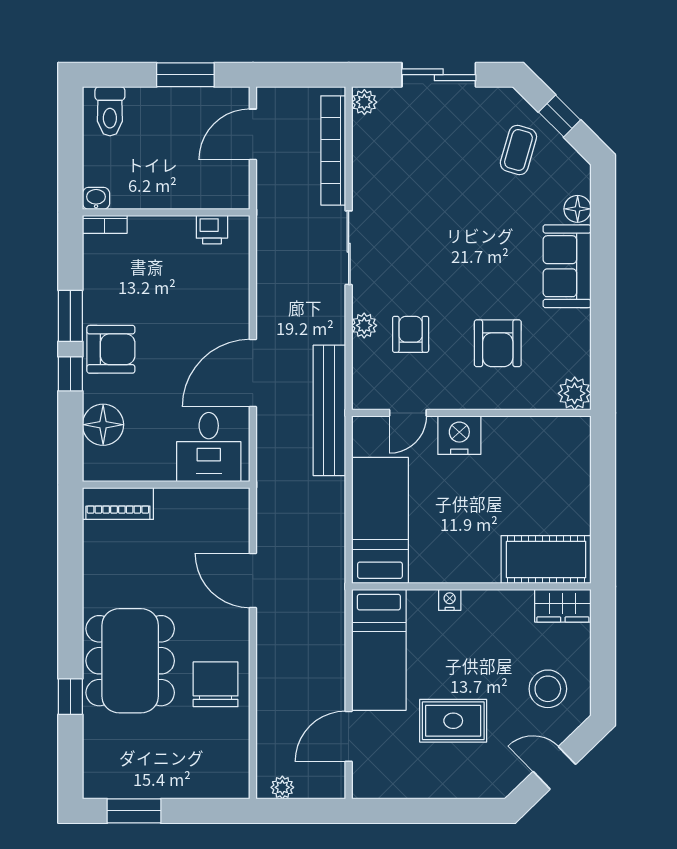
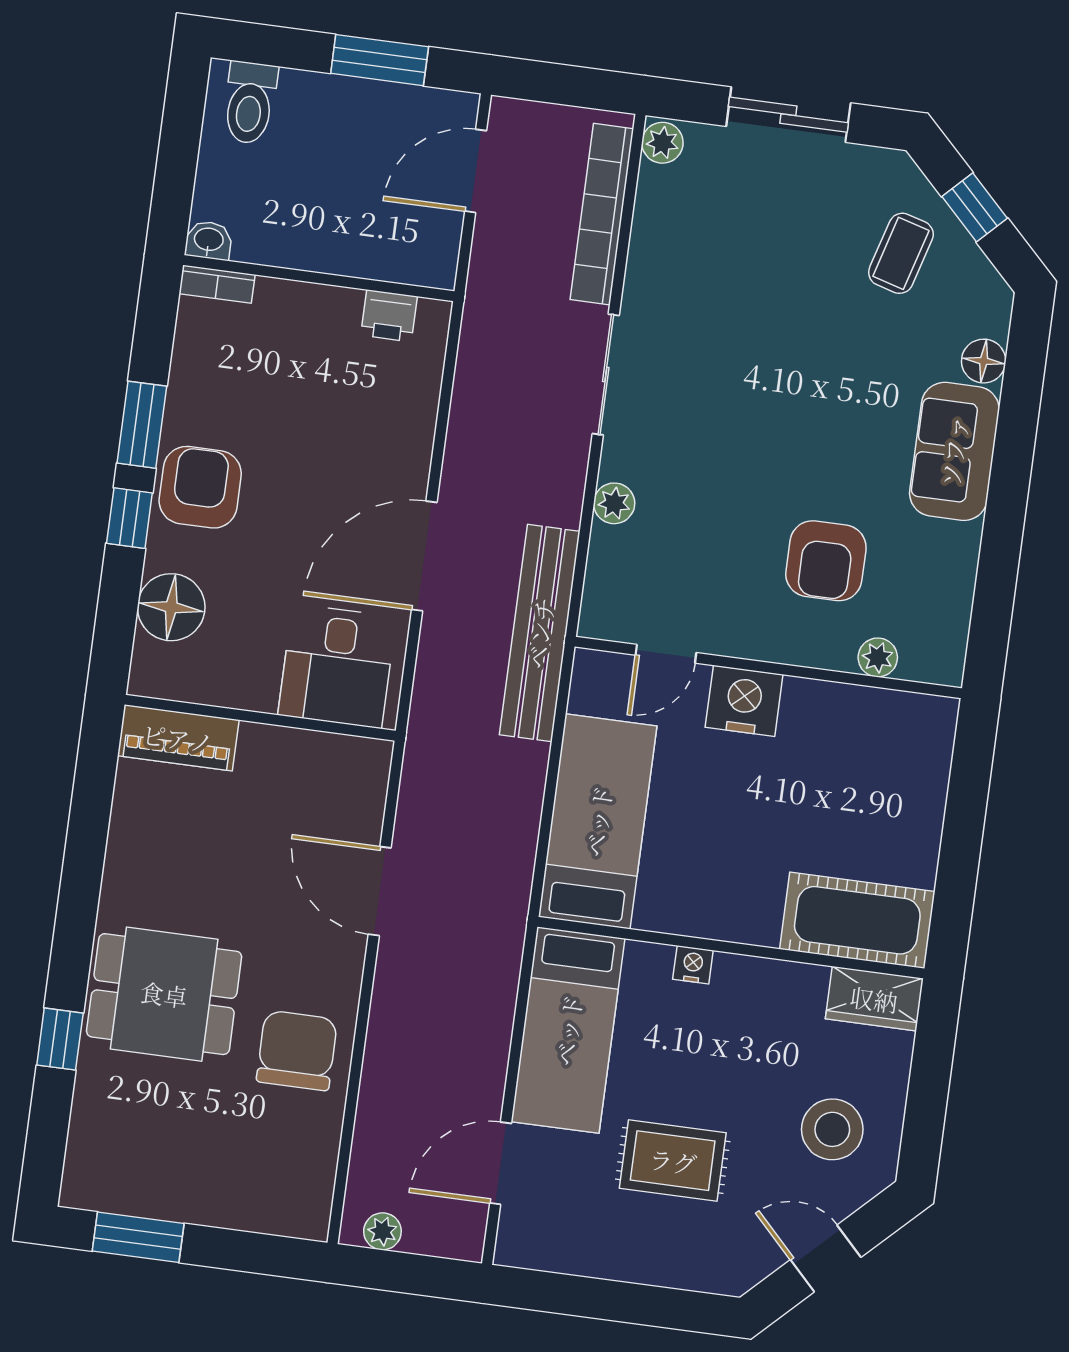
armchair: (411, 334) -> (687, 528), removed
armchair: (111, 349) -> (200, 487), turned -90
plant: (575, 393) -> (878, 657), moved, width x0.73, depth x0.73
dining table: (130, 661) -> (164, 994), width x0.73

